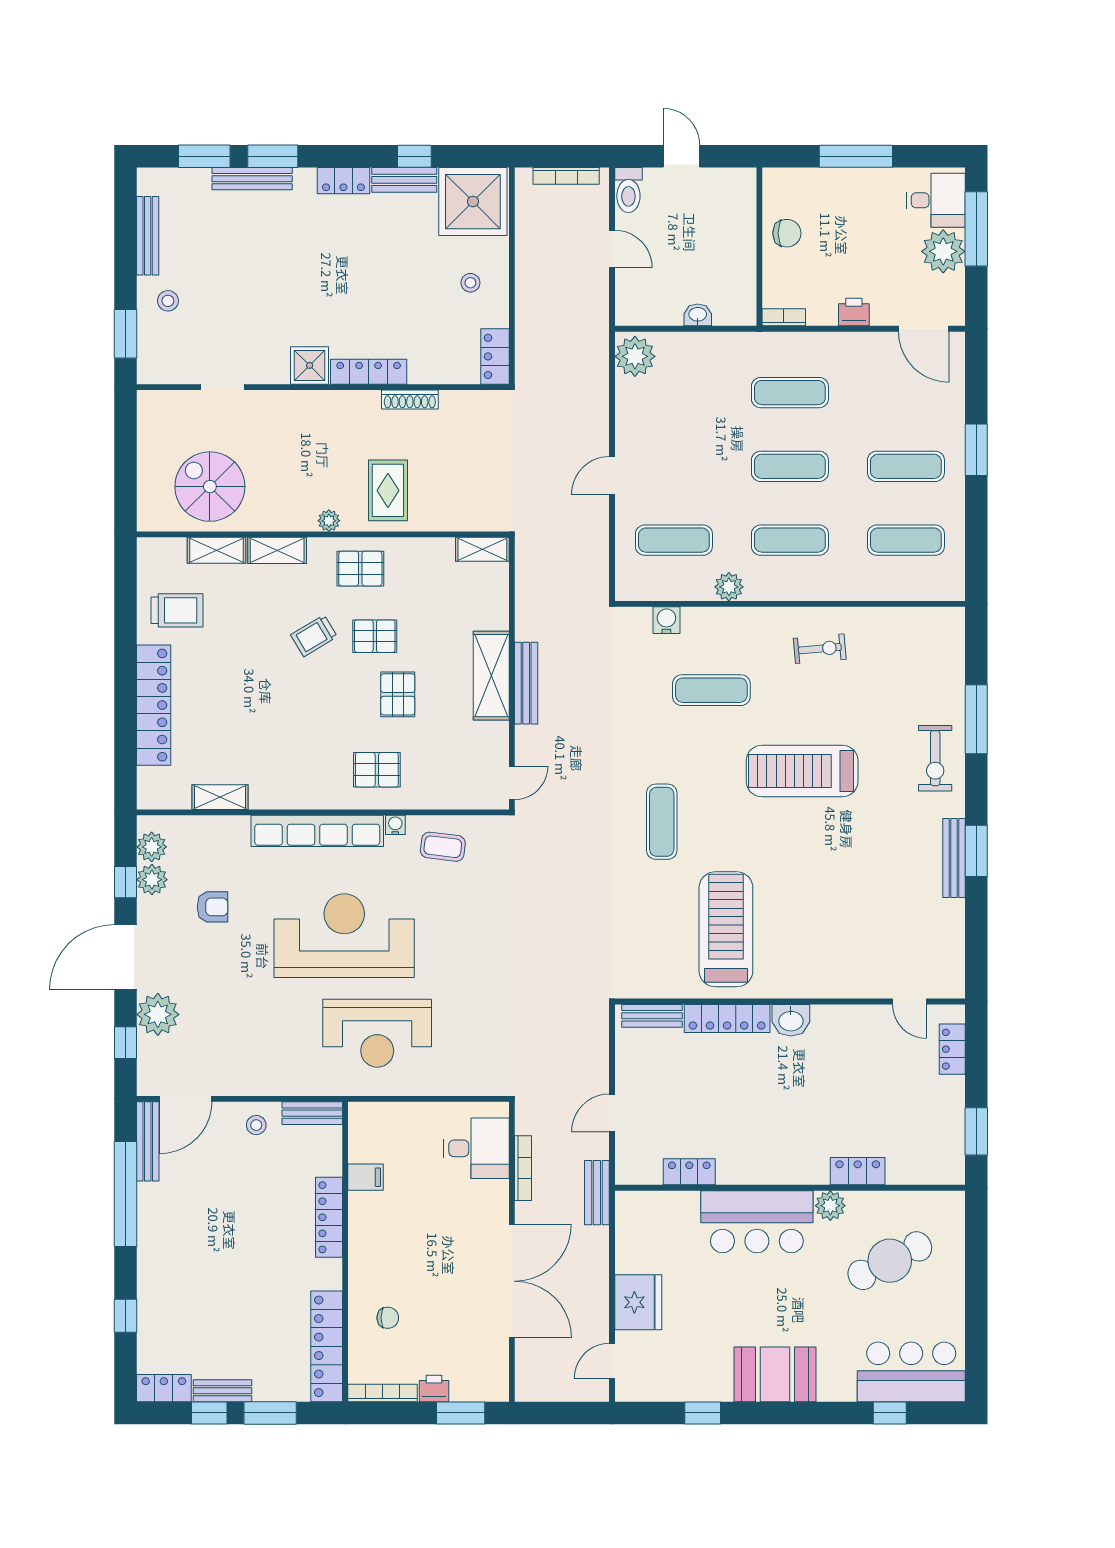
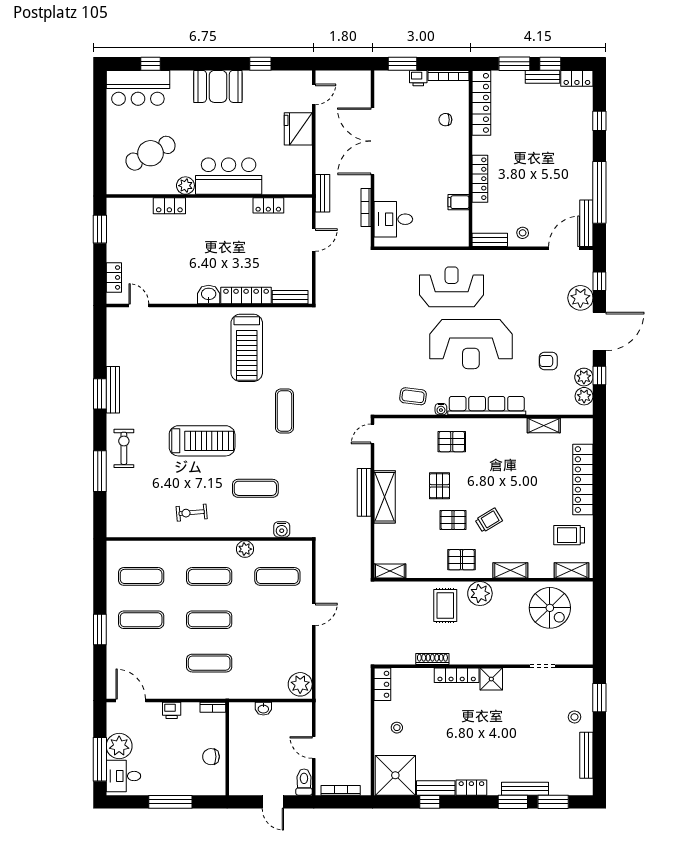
plant: (329, 521) -> (480, 593), width x1.87, depth x1.87
shelving: (216, 550) -> (571, 570), moved

